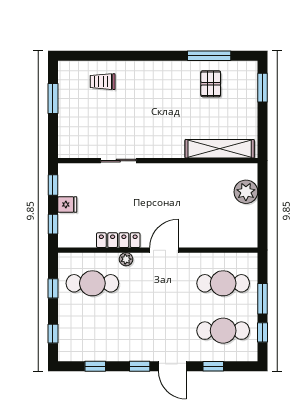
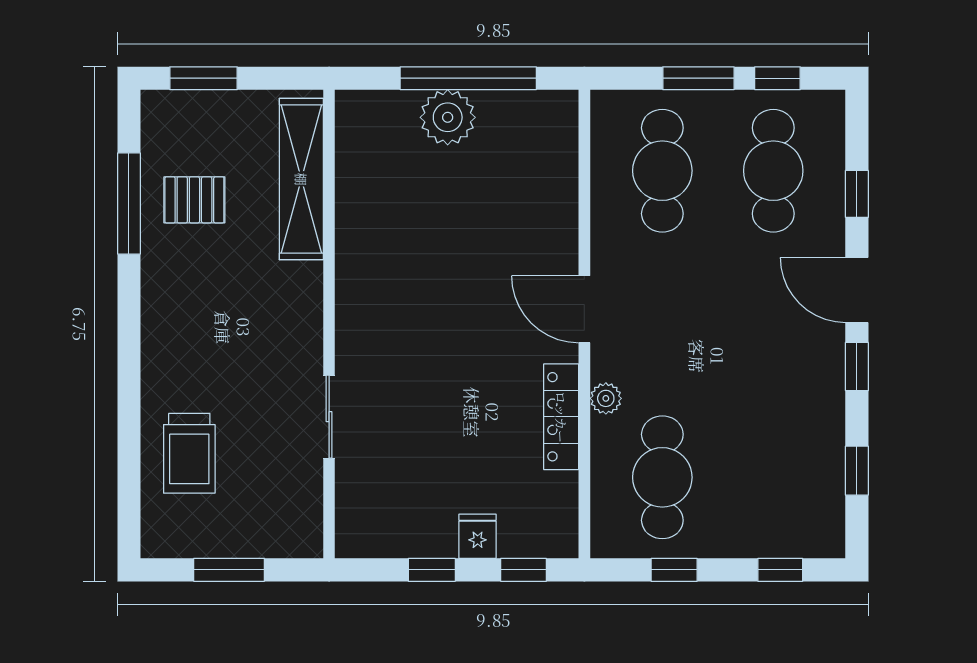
trolley: (103, 82) -> (189, 453), width x1.36, depth x1.39
shelving: (220, 149) -> (301, 179), moved
sliding door: (118, 161) -> (329, 417), moved
wall: (158, 161) -> (329, 324), moved
window: (263, 201) -> (468, 78), added
door: (172, 366) -> (857, 290), swing flipped

